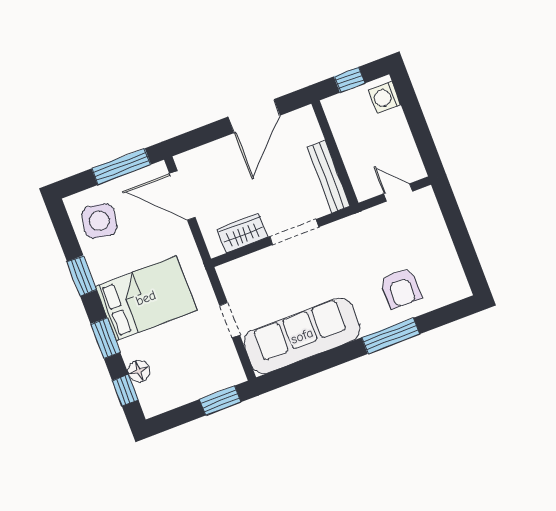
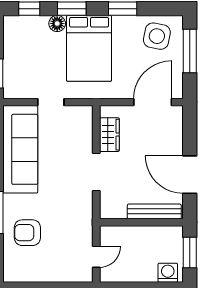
window: (349, 80) -> (190, 252), width x1.50
window: (121, 167) -> (190, 51), moved
bench: (329, 177) -> (154, 211), moved
floor lamp: (139, 371) -> (57, 24), moved

